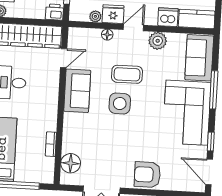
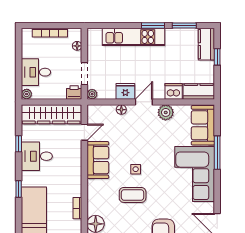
plant: (95, 16) -> (92, 94), moved
coffee table: (127, 74) -> (133, 195), moved
side table: (120, 104) -> (136, 169), width x0.54, depth x0.54
window: (211, 142) -> (217, 198), removed

